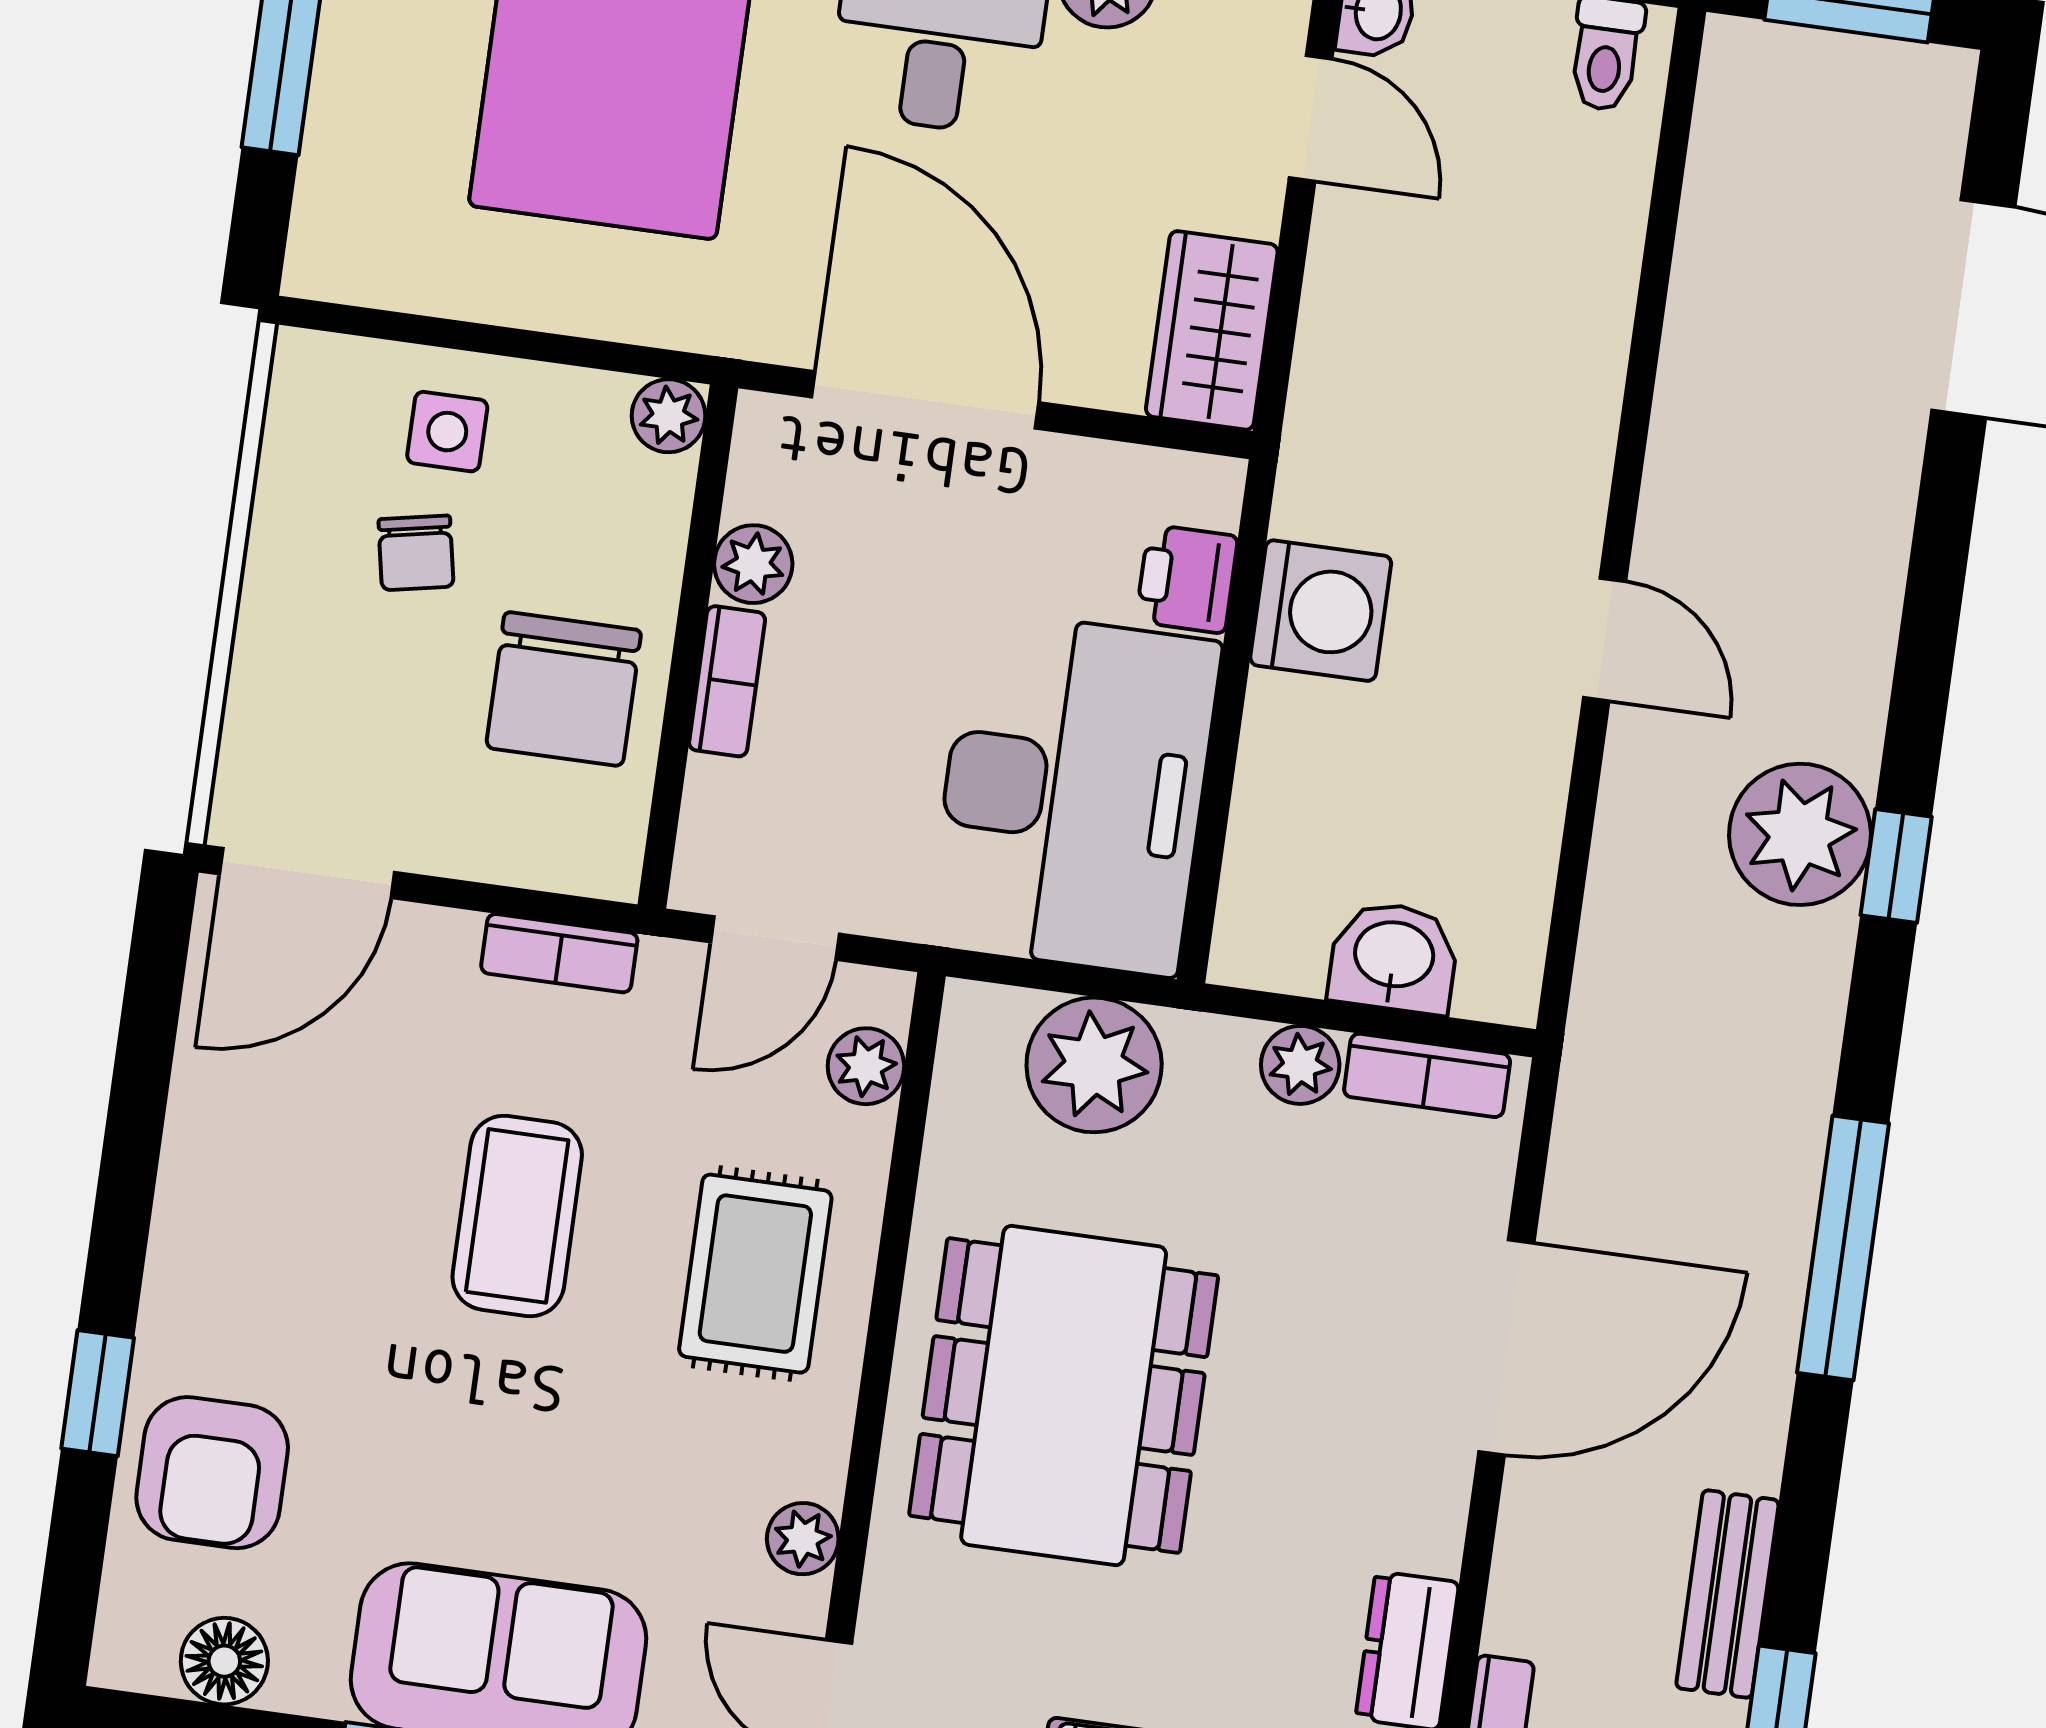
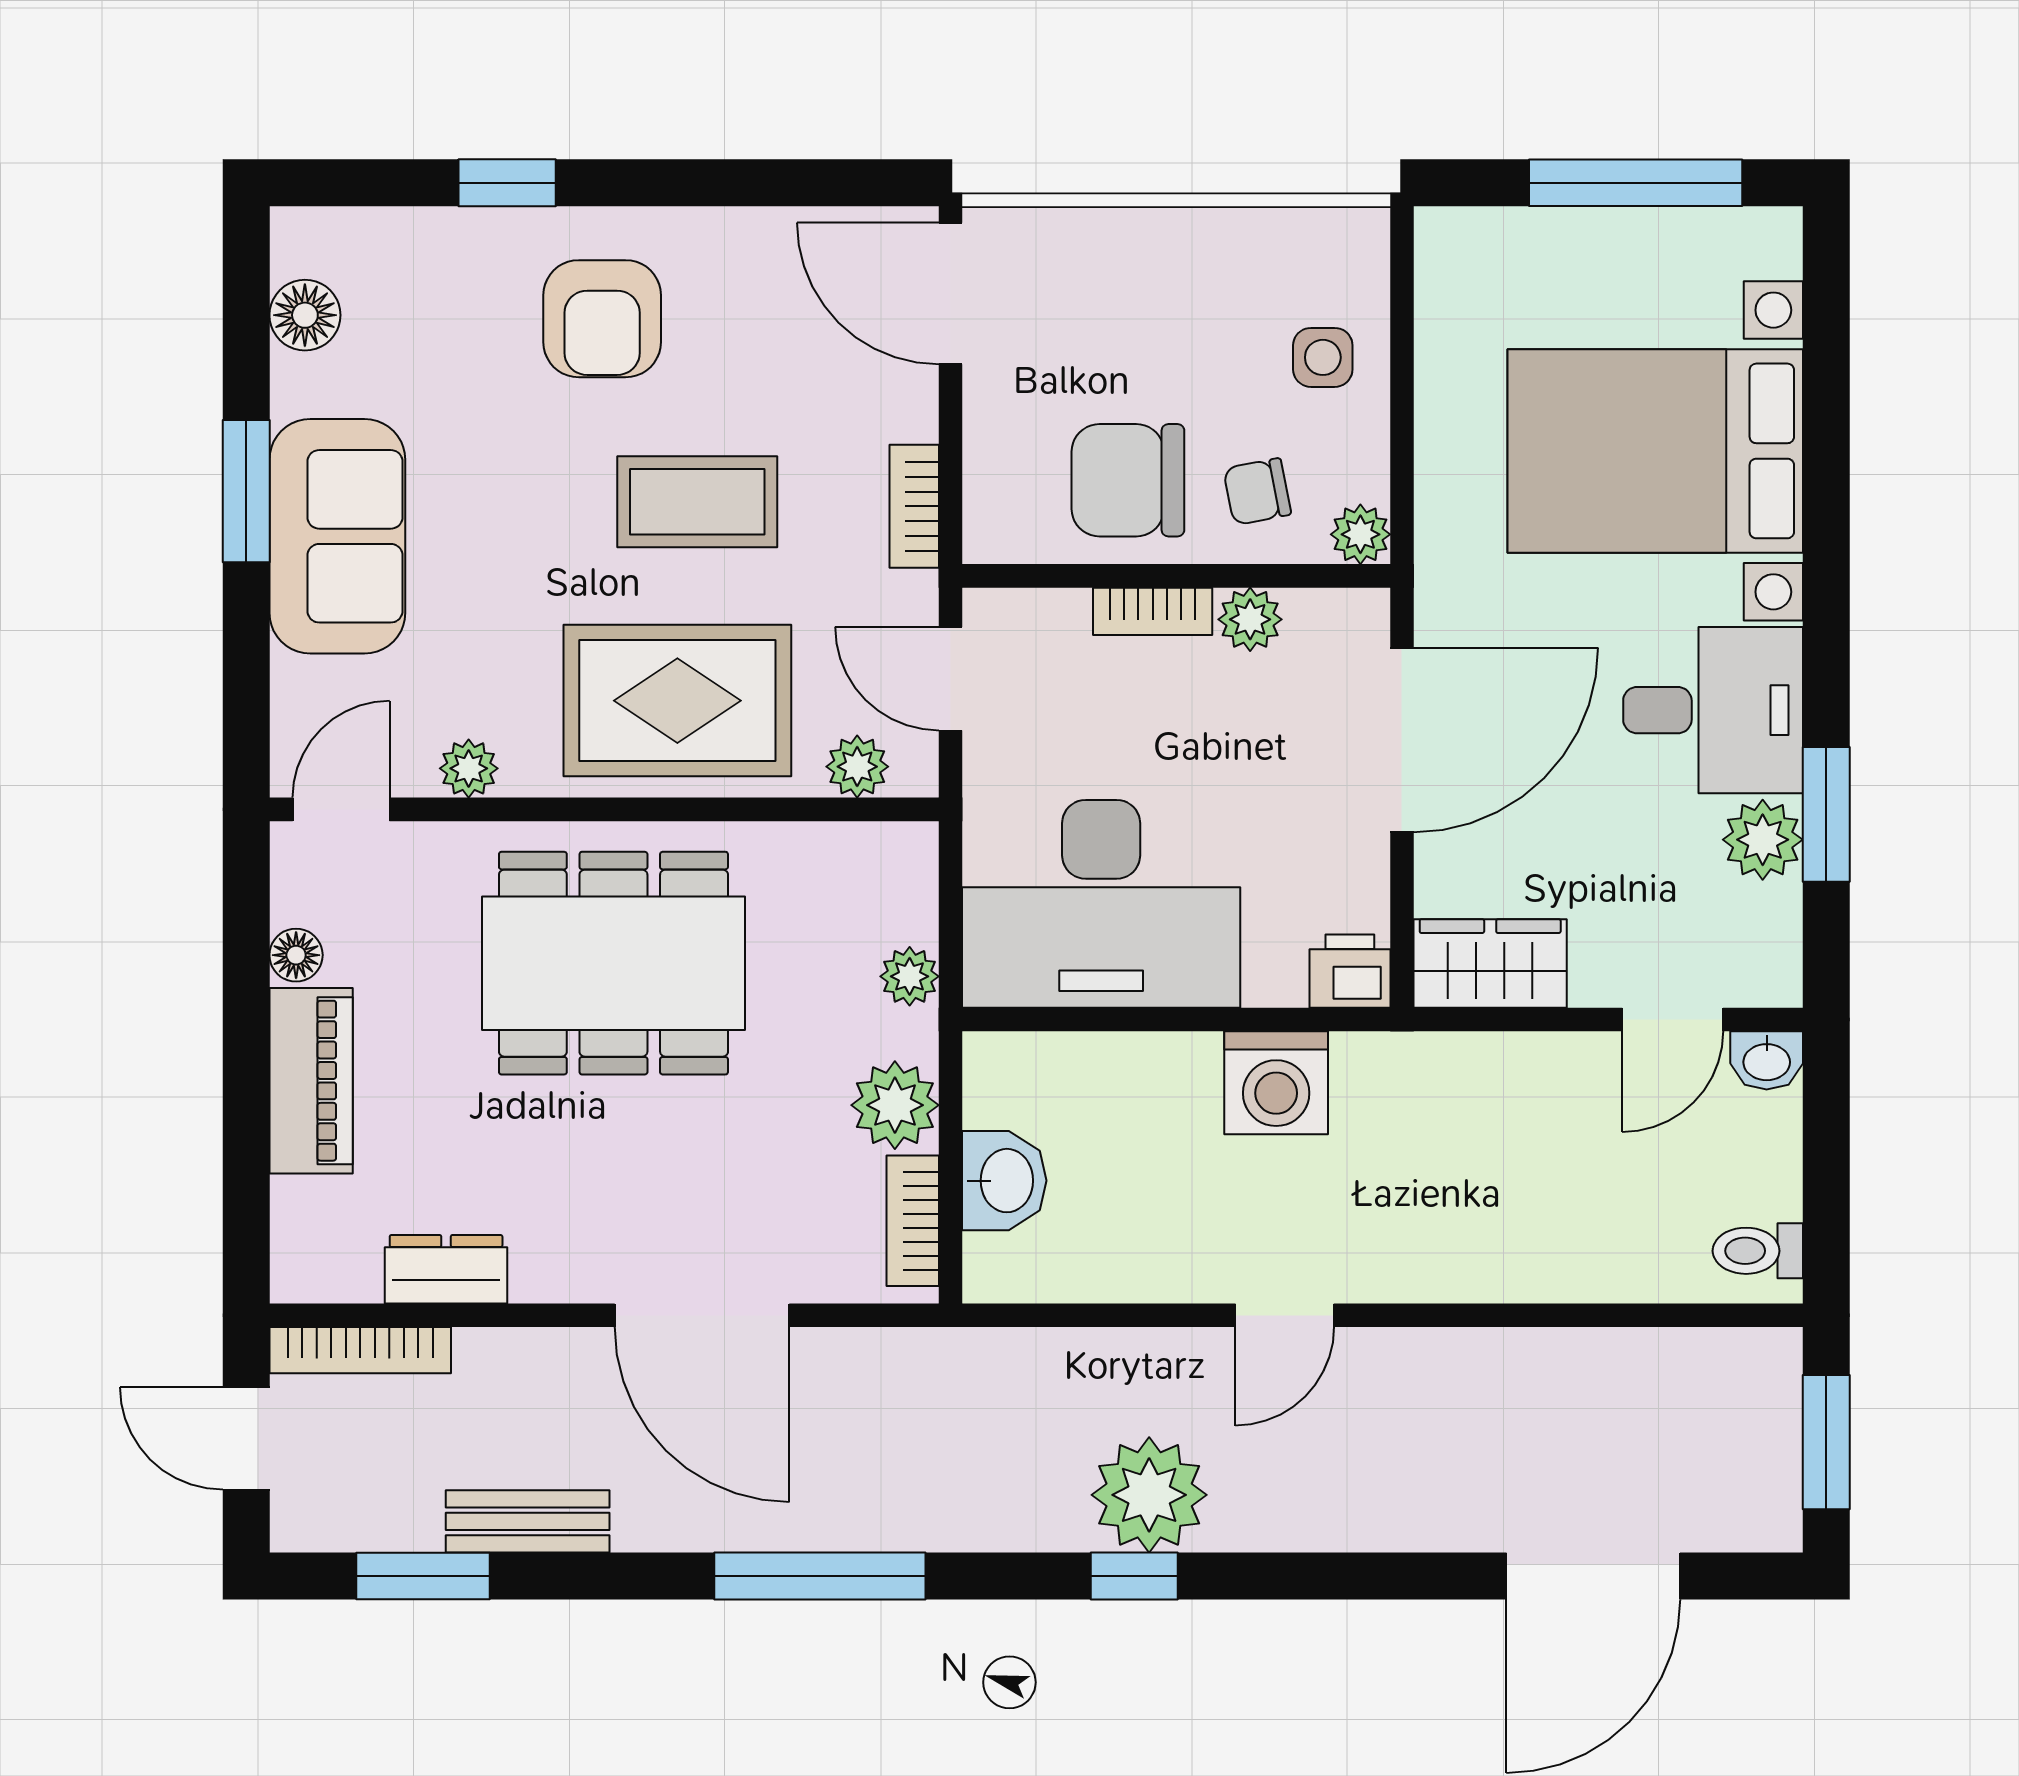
chair: (416, 553) -> (1257, 492), moved
printer: (1187, 579) -> (1350, 971), moved
plant: (1094, 1065) -> (910, 976), width x0.53, depth x0.53
plant: (1300, 1065) -> (895, 1105), width x1.38, depth x1.38
rug: (755, 1274) -> (677, 701), width x1.36, depth x1.43
armchair: (212, 1473) -> (602, 319), moved, turned -90

